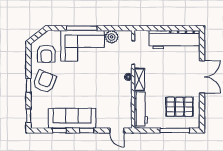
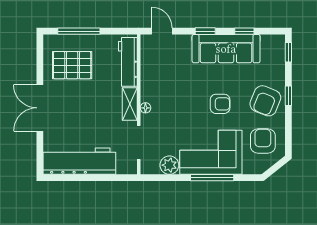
armchair: (76, 80) -> (220, 104), added

